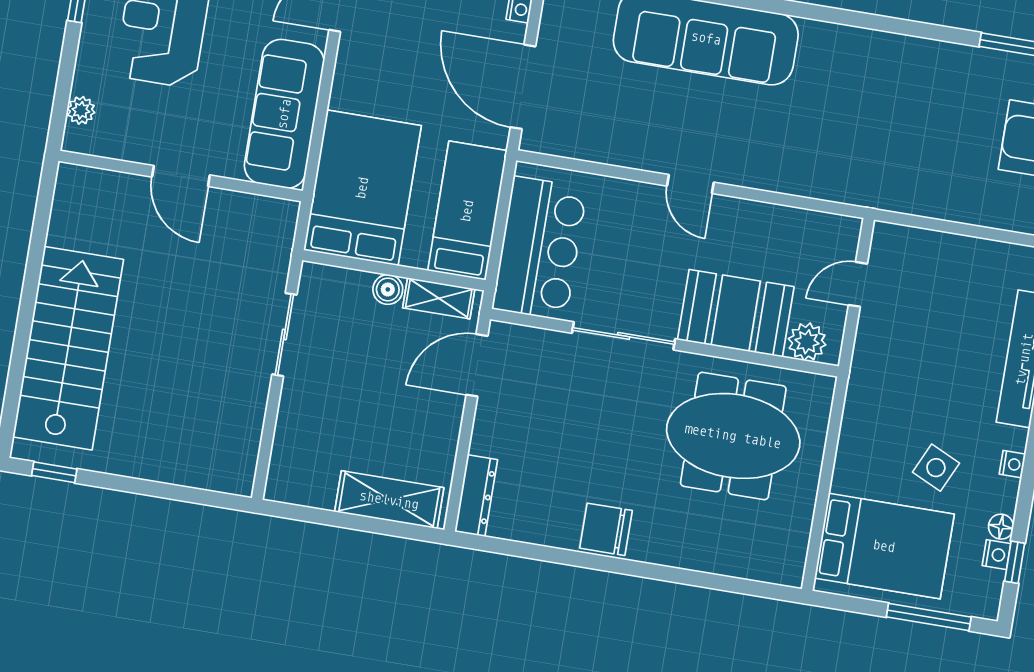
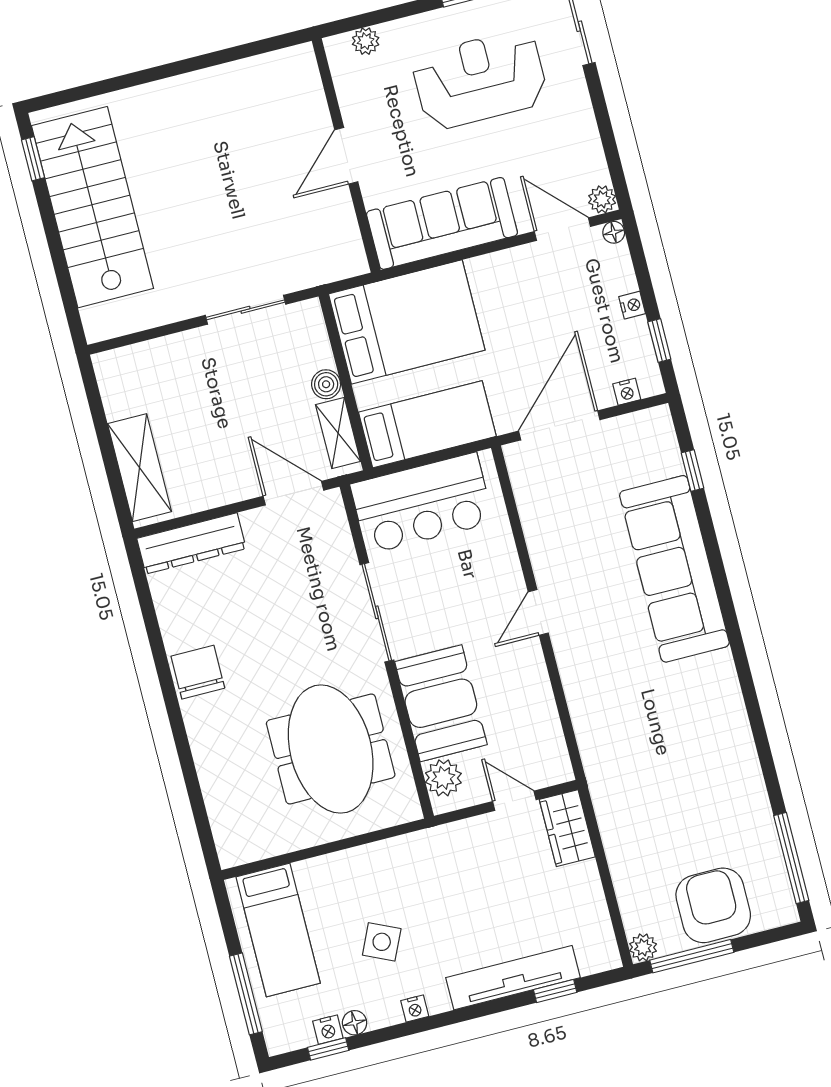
wardrobe: (906, 246) -> (567, 828), added
stairs: (68, 348) -> (93, 207), moved, turned -90
dresser: (476, 496) -> (191, 543), width x1.37, depth x1.24
bed: (884, 546) -> (278, 930), width x0.67

